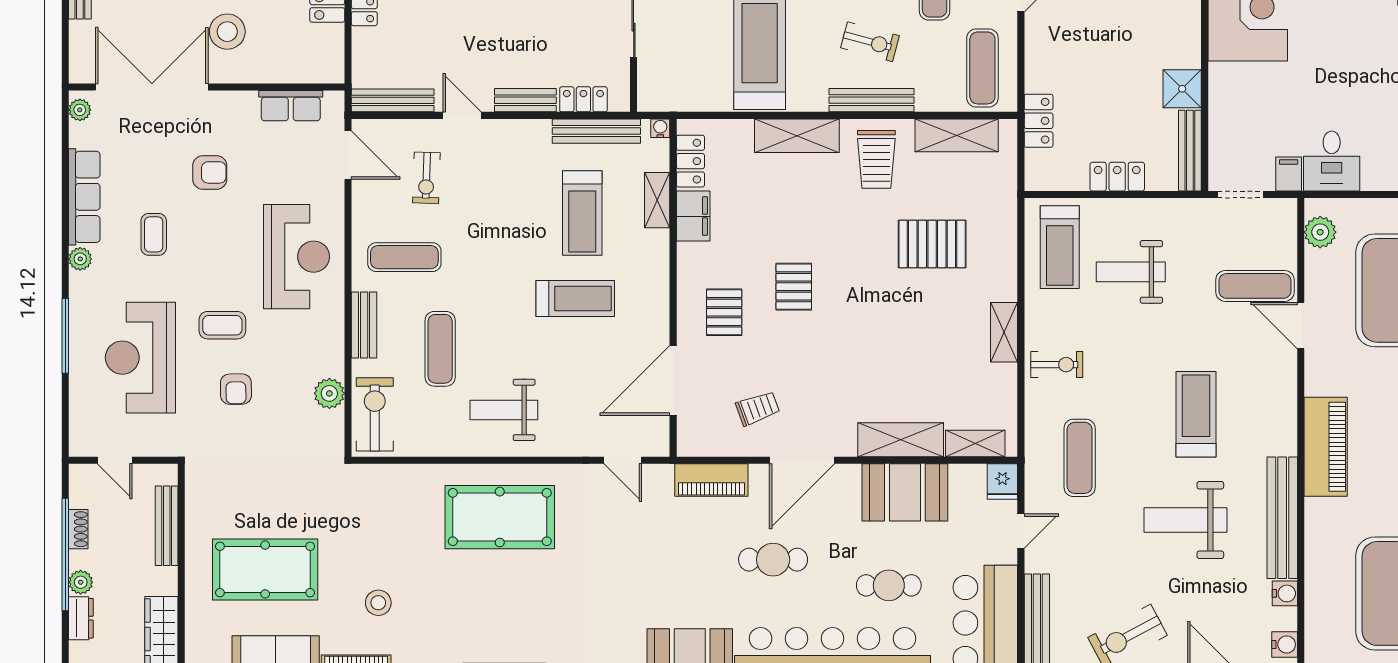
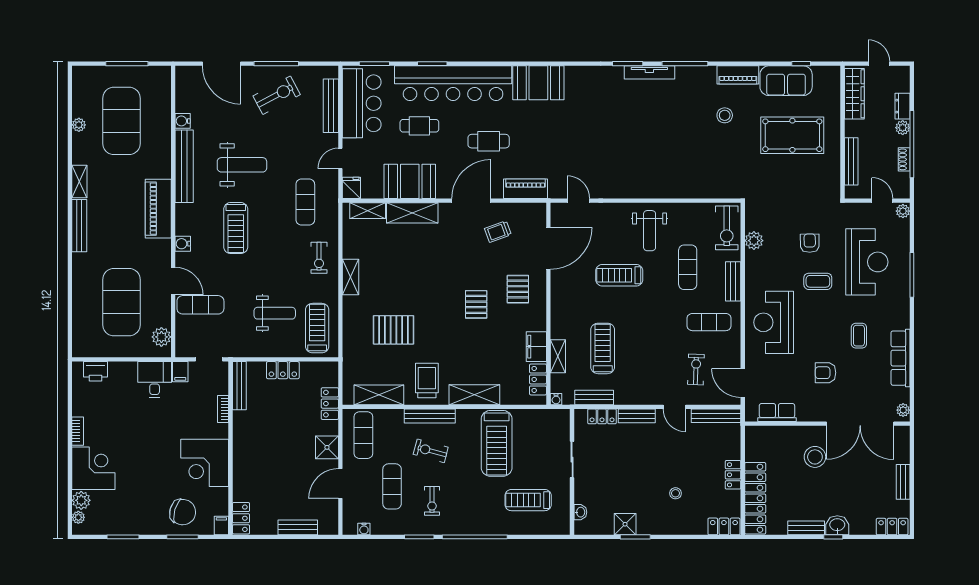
shower: (1182, 89) -> (327, 447), moved
bookcase: (1217, 112) -> (223, 409), added
bench: (596, 131) -> (594, 397), width x0.73
plant: (80, 259) -> (903, 211), moved
treadmill: (575, 298) -> (619, 275), moved
exercise bike: (1057, 365) -> (319, 258), turned -90
weight bench: (504, 410) -> (650, 231), turned 90
pool table: (500, 517) -> (652, 167), removed
water cooler: (1285, 644) -> (183, 244), moved

